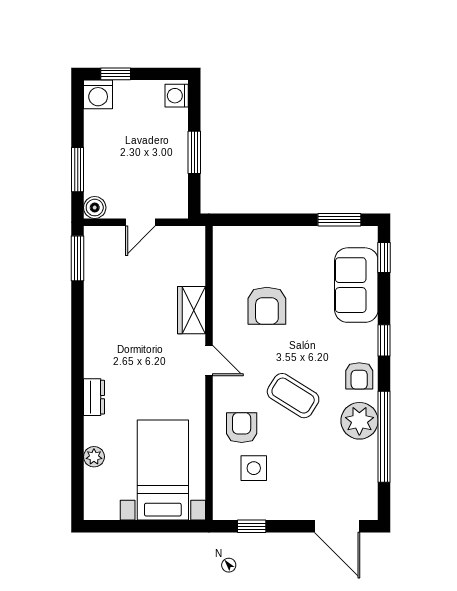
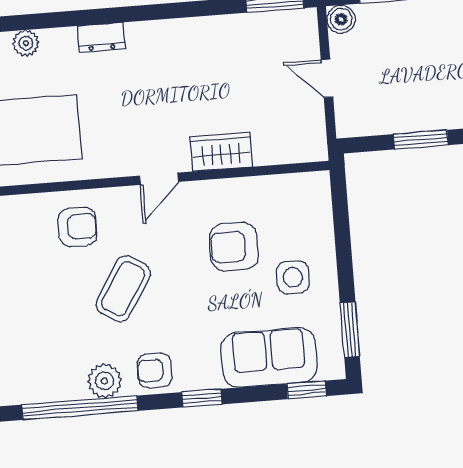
plant: (359, 421) -> (104, 381), width x0.73, depth x0.73
side table: (254, 468) -> (293, 277), moved

